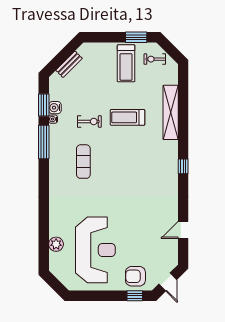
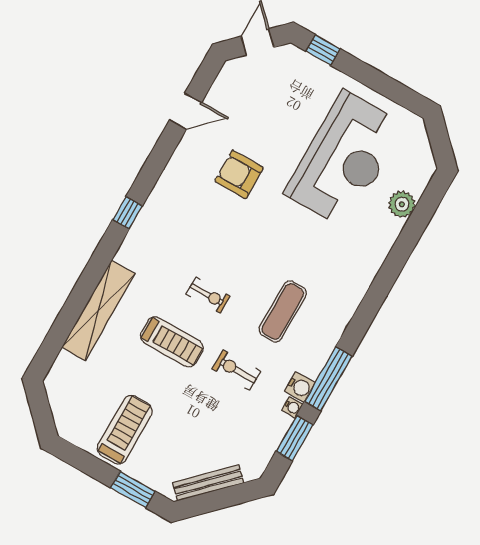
window: (136, 37) -> (133, 489), moved
exercise bike: (155, 59) -> (208, 295), moved
bench: (69, 64) -> (208, 483), width x1.36
water cooler: (55, 108) -> (300, 387), moved
reception desk: (95, 250) -> (344, 159), turned 180
armchair: (135, 276) -> (239, 174), moved, turned 180

